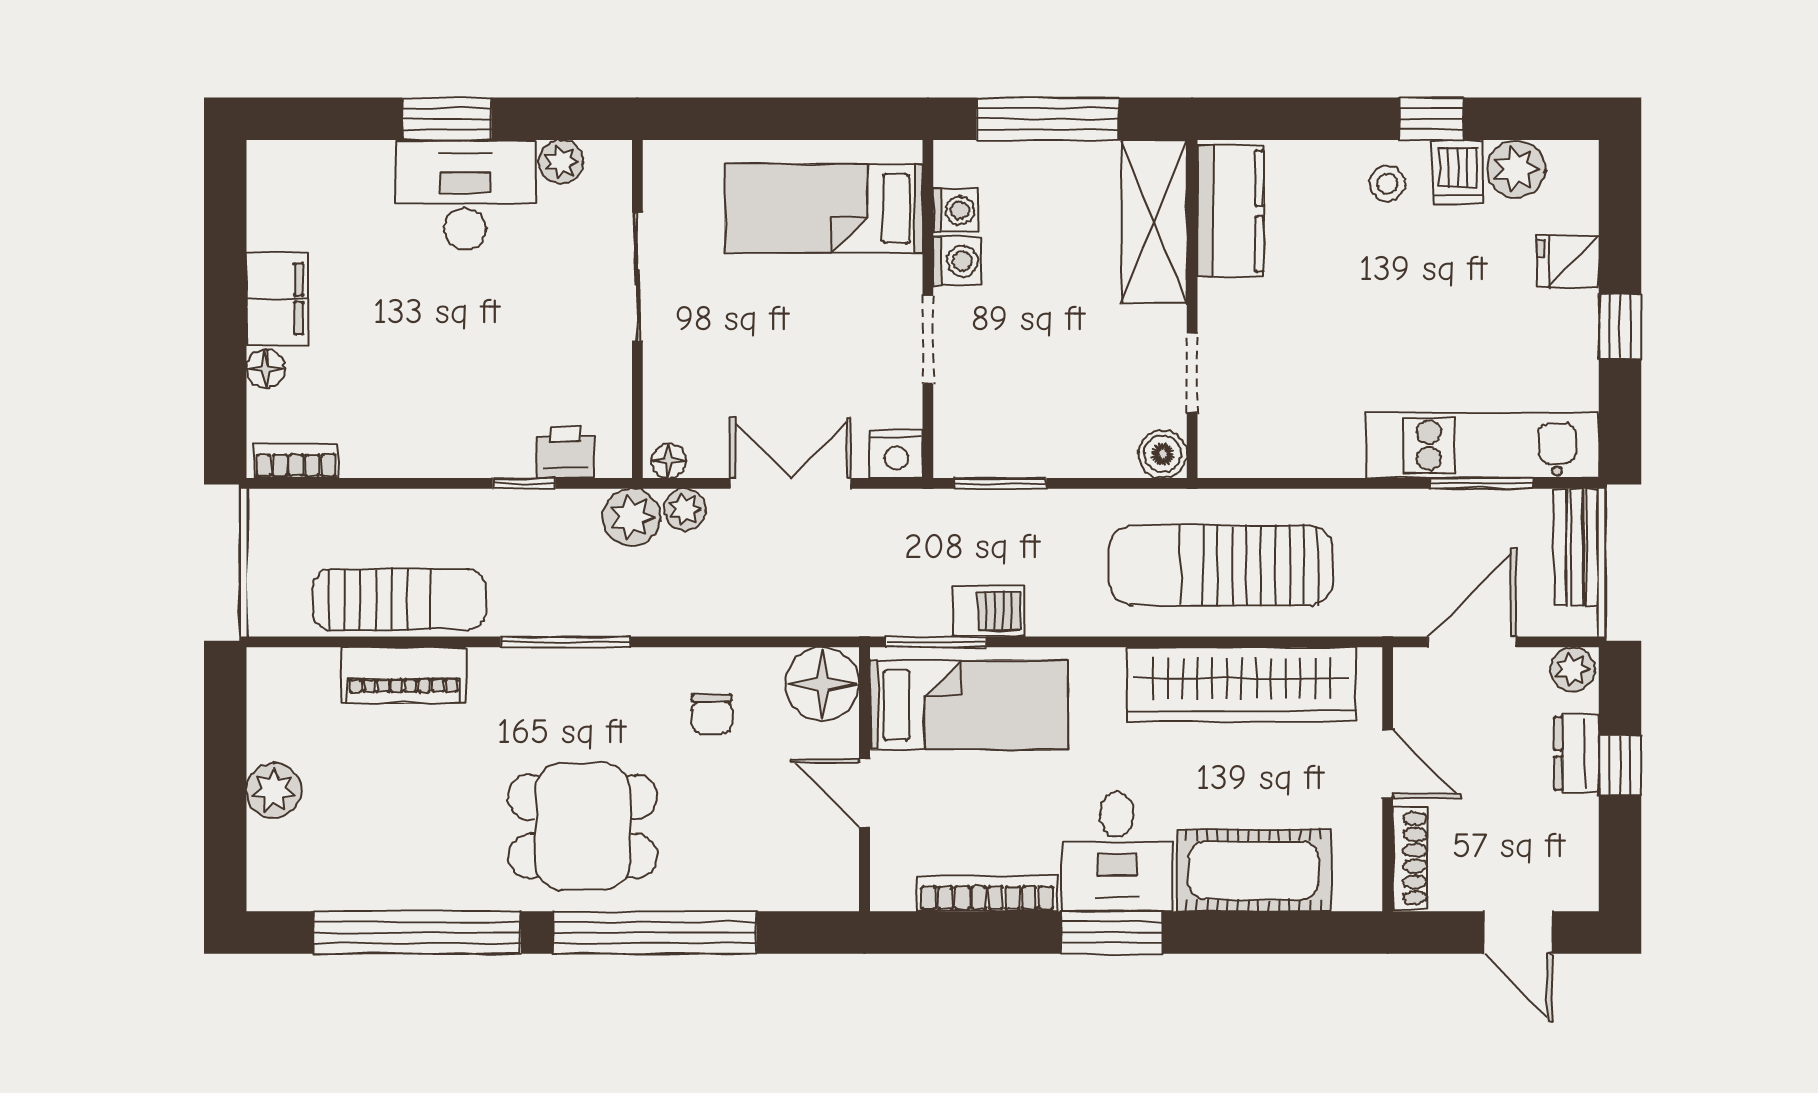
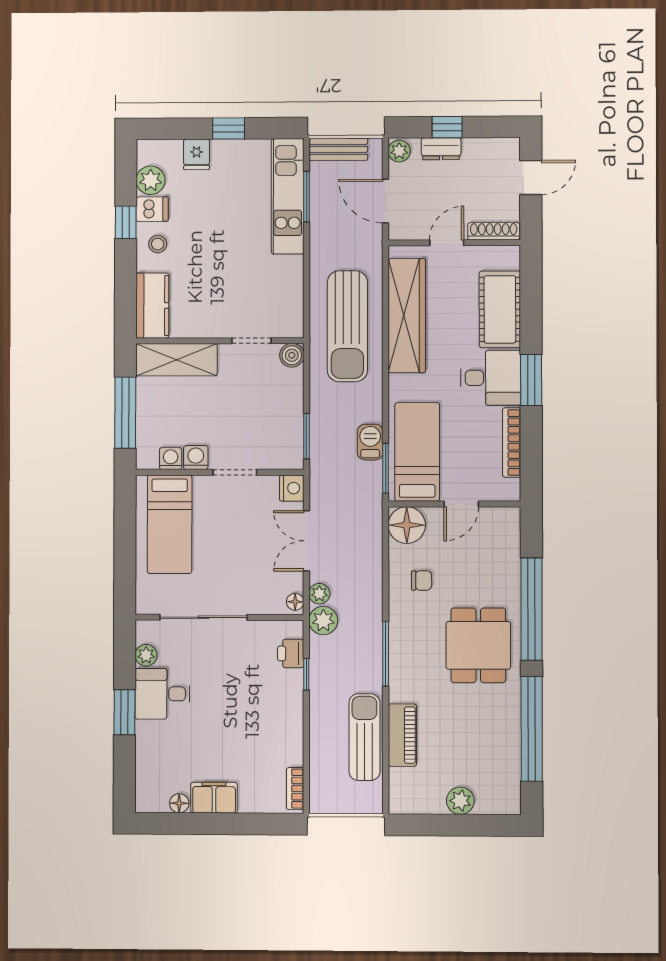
desk: (465, 195) -> (162, 694), width x0.73
kitchen counter: (1230, 211) -> (152, 306), moved, turned 90
sliding door: (637, 277) -> (203, 617), width x1.37
floor lamp: (266, 369) -> (179, 803), moved

